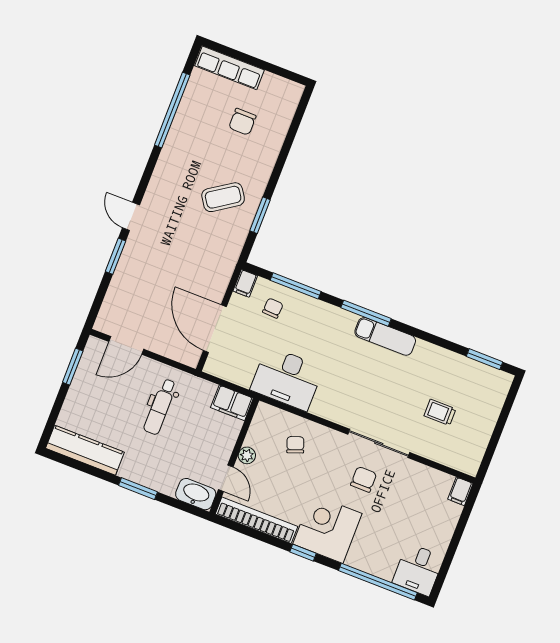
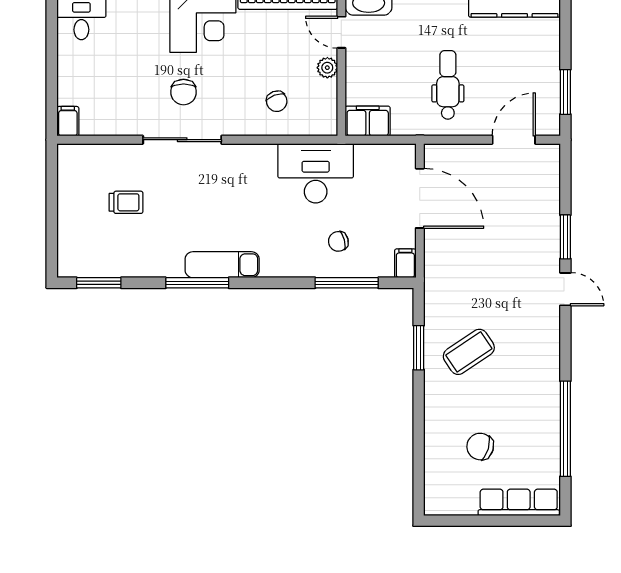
chair: (242, 122) -> (480, 447), turned -73
chair: (273, 308) -> (338, 241), moved, turned 72
window: (366, 313) -> (197, 283), moved

